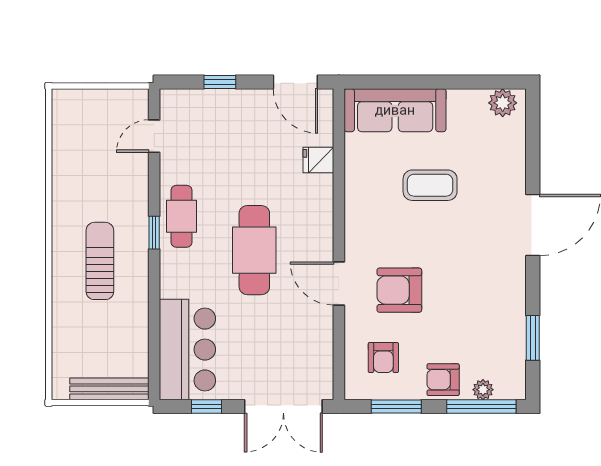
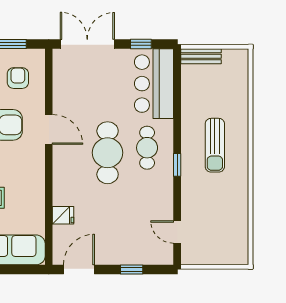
door: (295, 82) -> (79, 270), hinge flipped
door: (154, 136) -> (177, 232), swing flipped
cafe table: (182, 216) -> (147, 148), moved
bench: (109, 389) -> (201, 56), width x0.73

